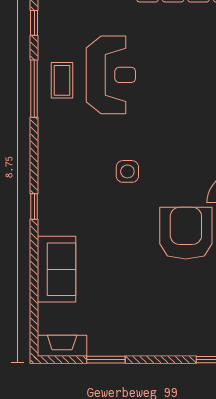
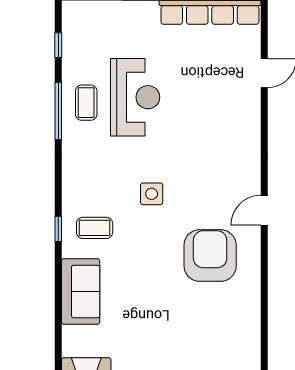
coffee table: (70, 205) -> (95, 228), added

